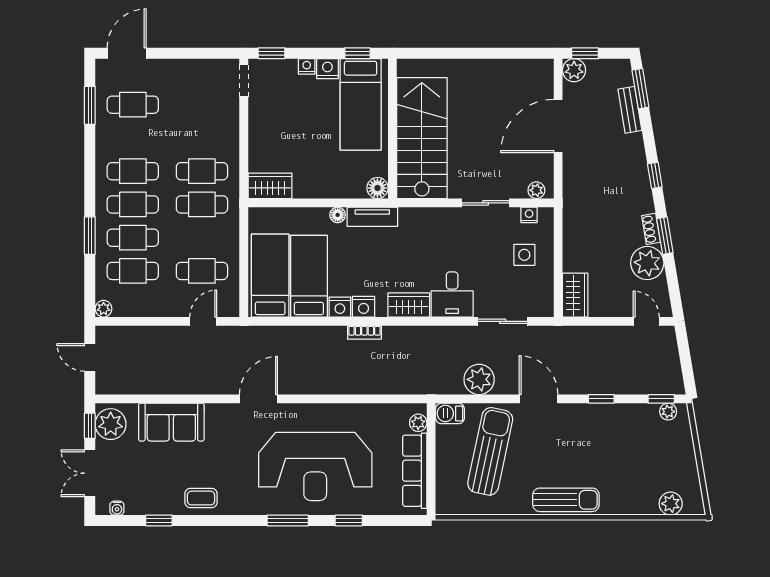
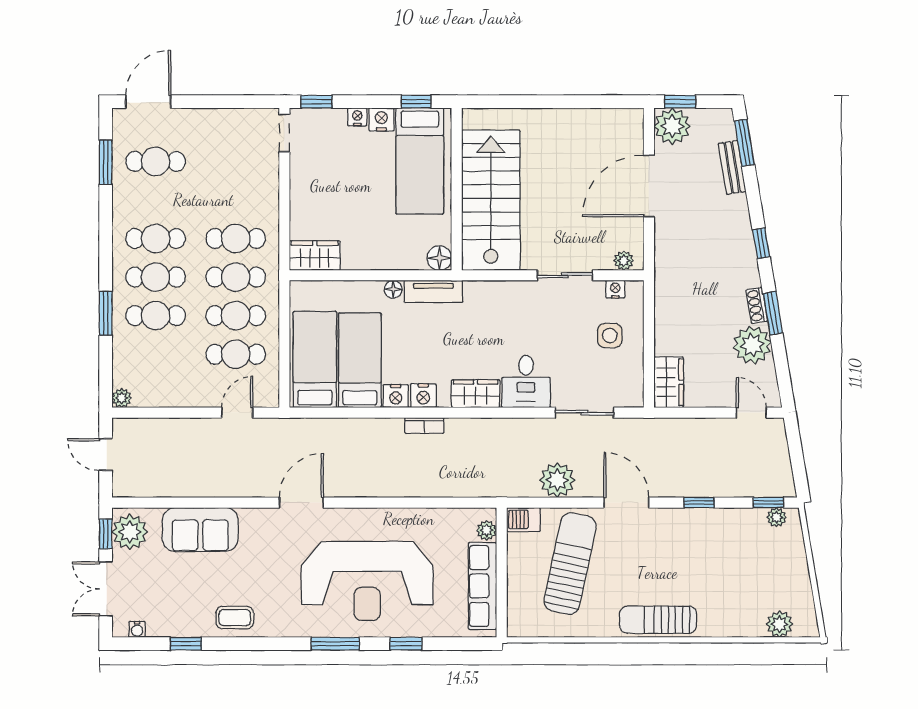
plant: (574, 70) -> (672, 126), width x1.36, depth x1.36
cafe table: (133, 271) -> (236, 316), moved
sun lounger: (566, 500) -> (658, 620), turned 180

